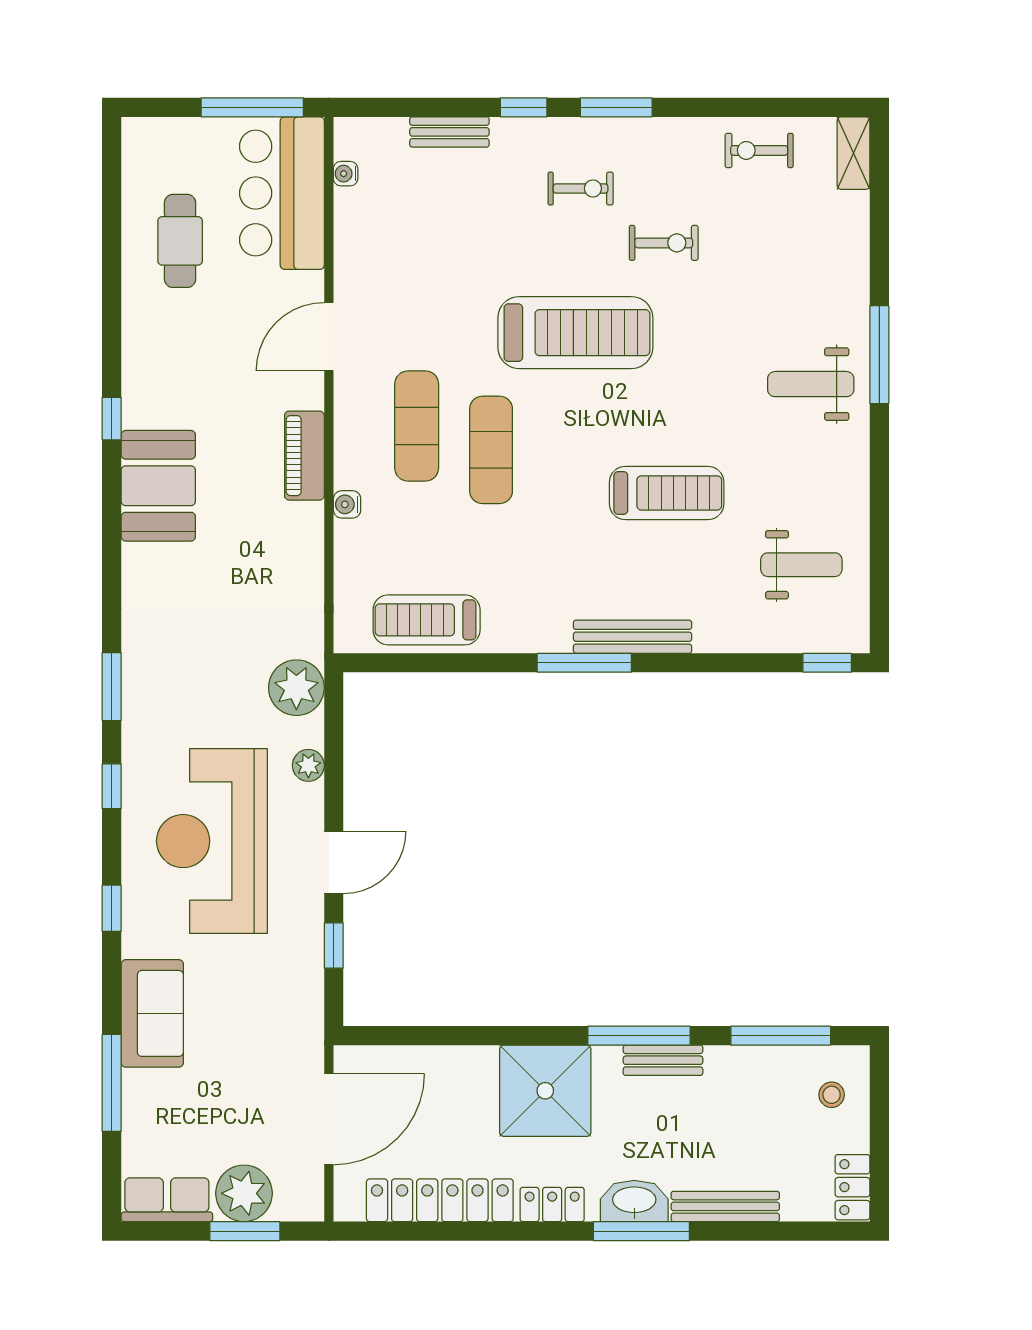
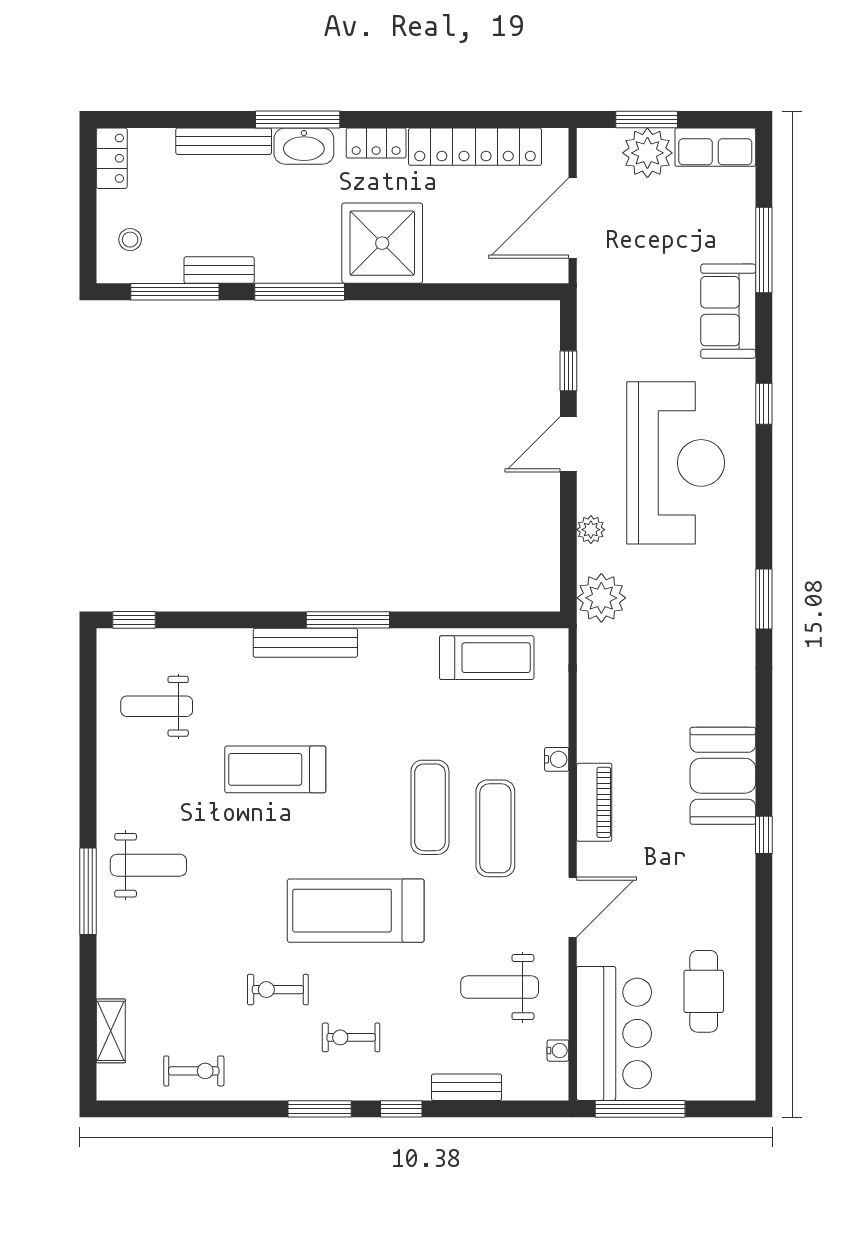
shelving: (854, 153) -> (111, 1031), moved
weight bench: (412, 246) -> (500, 987), added
window: (112, 786) -> (764, 511), removed
bench: (663, 1060) -> (219, 270), moved

